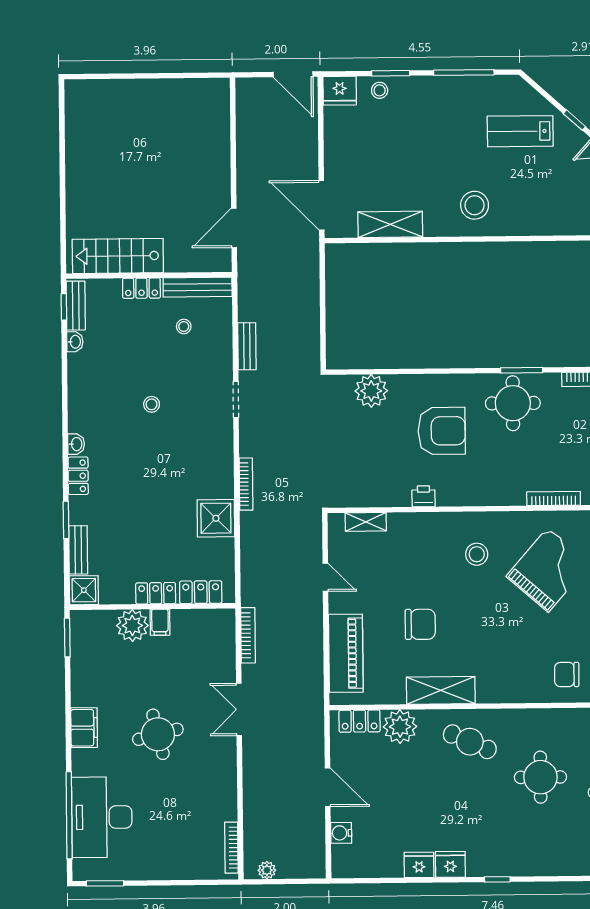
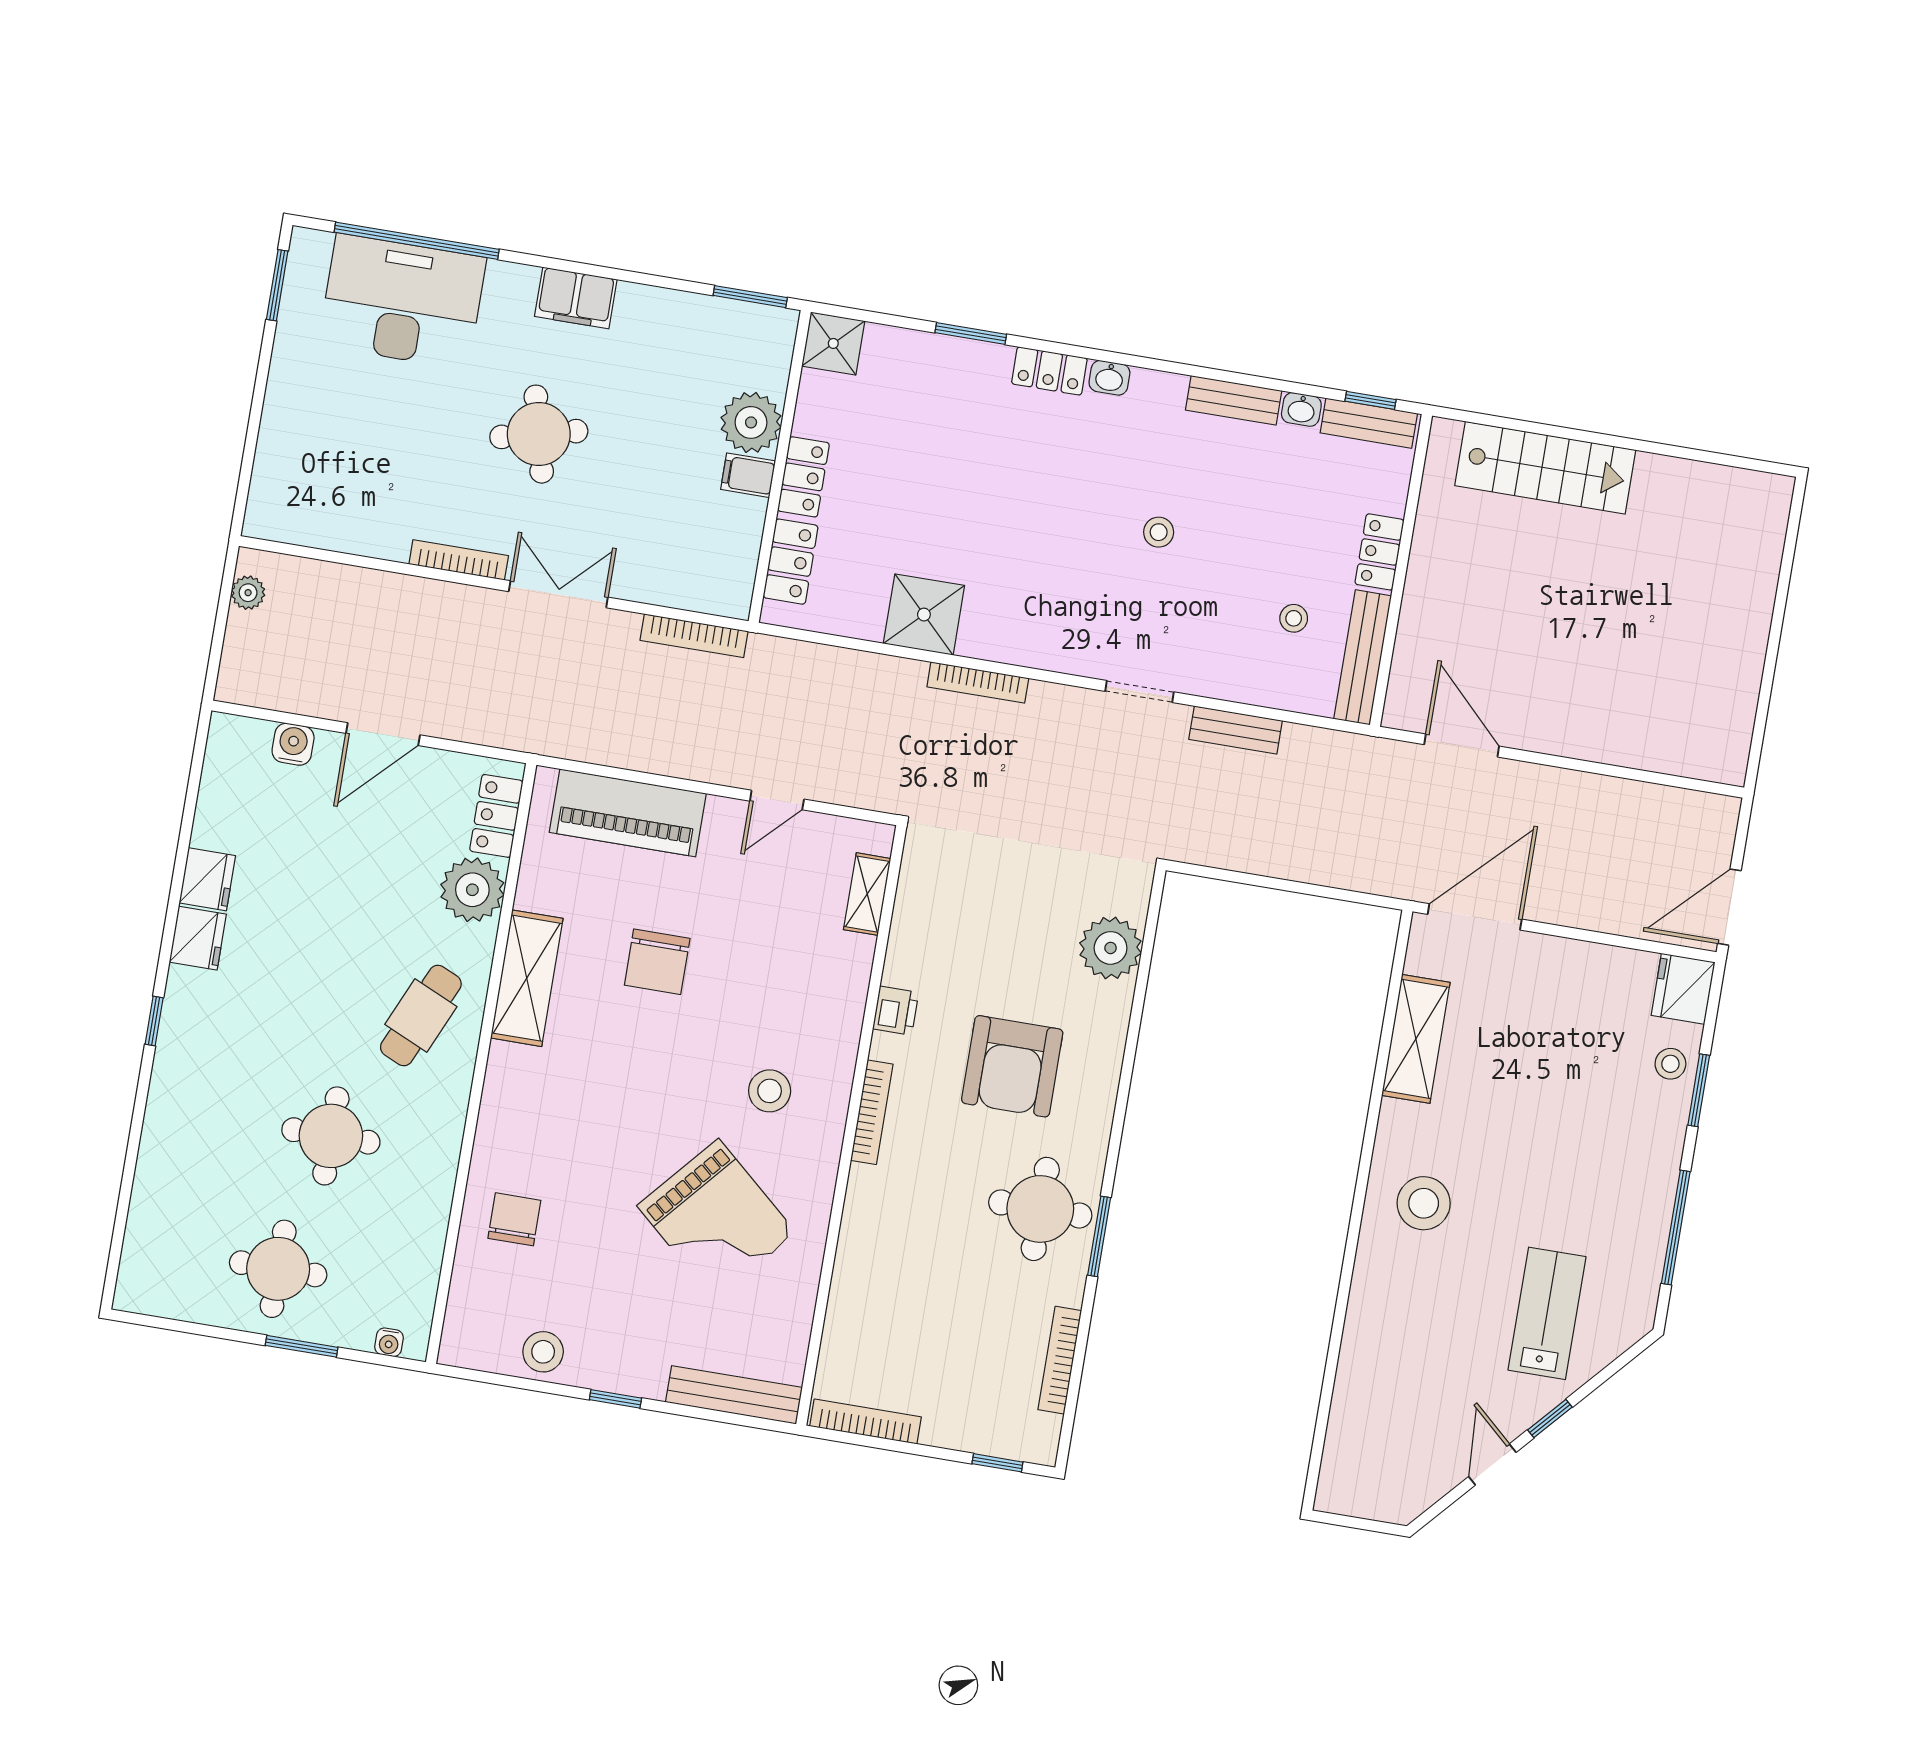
stairs: (118, 256) -> (1545, 468), moved, turned 90
bookcase: (554, 499) -> (872, 1112), moved
bench: (78, 550) -> (1234, 400), moved
bookcase: (231, 848) -> (459, 560), moved

